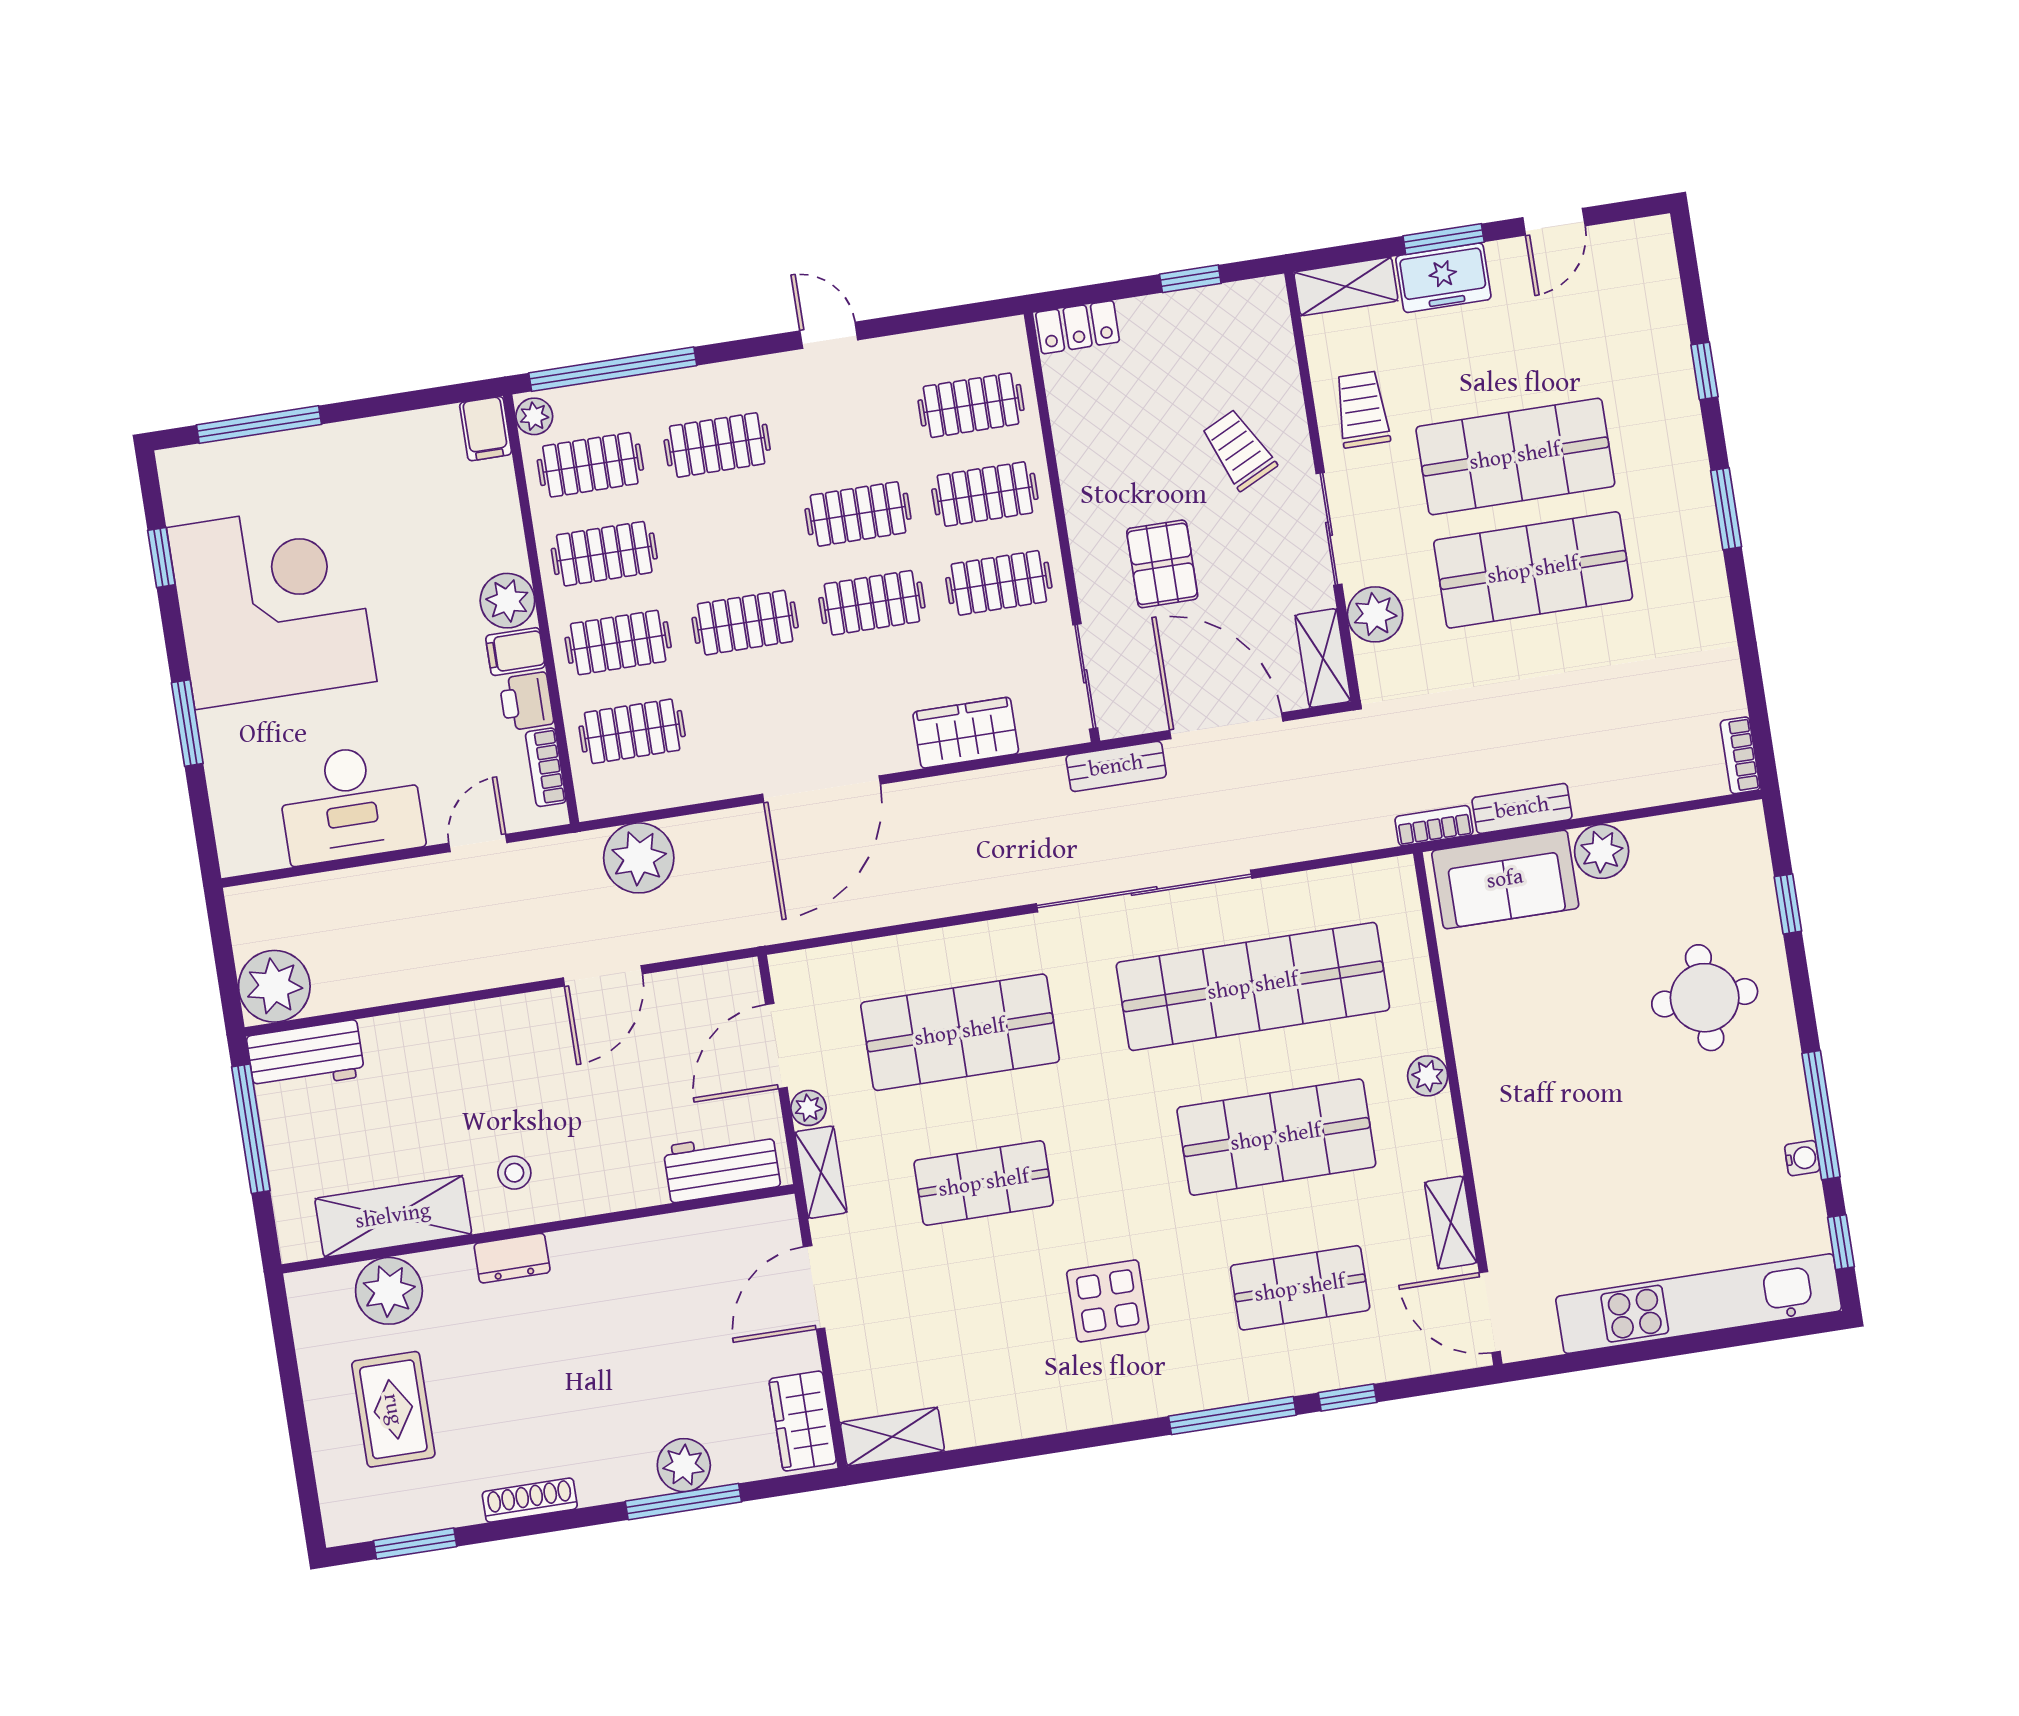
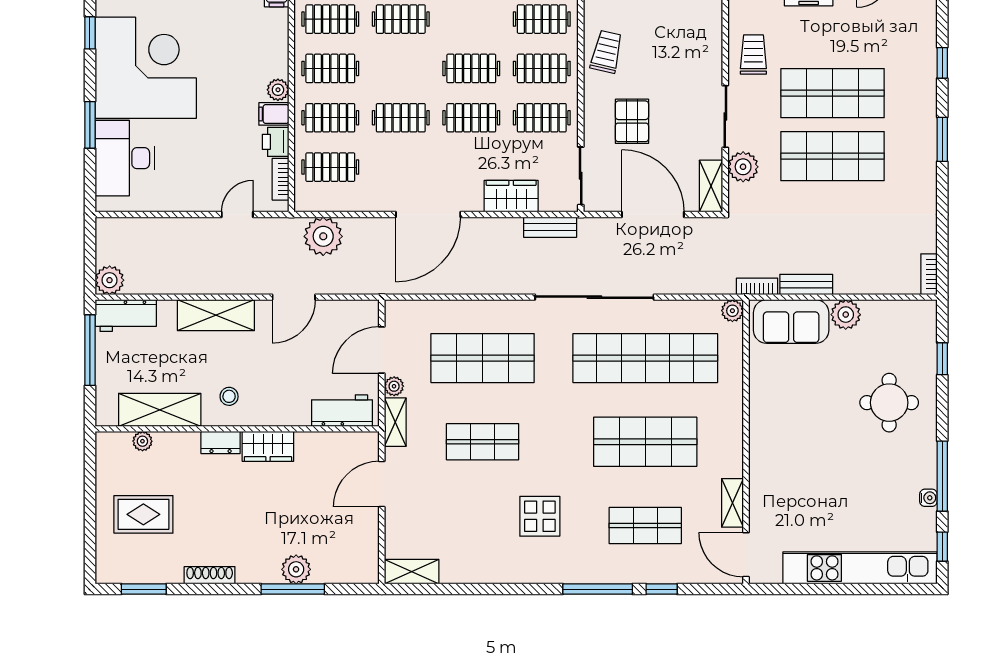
trolley: (1239, 450) -> (606, 52), moved, turned 39
plant: (507, 601) -> (278, 90), width x0.73, depth x0.73
bench: (1116, 766) -> (550, 227), moved
desk: (351, 803) -> (125, 158), moved, turned 90
plant: (274, 986) -> (110, 280), width x0.73, depth x0.73
shelving: (468, 1030) -> (216, 315), added
plant: (1428, 1076) -> (732, 311), moved
plant: (389, 1291) -> (142, 441), width x0.53, depth x0.53
rug: (393, 1409) -> (143, 514), turned 90
wardrobe: (803, 1421) -> (268, 446), moved, turned -90

